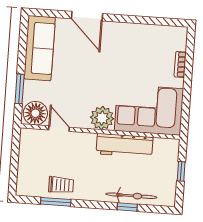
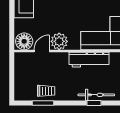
window: (20, 89) -> (12, 25), removed
plant: (102, 118) -> (59, 41), moved
door: (59, 129) -> (42, 51), hinge flipped

